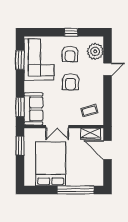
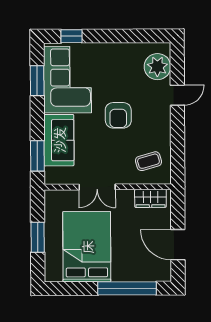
window: (71, 32) -> (72, 36), moved
armchair: (70, 54) -> (117, 71), removed
sofa: (33, 109) -> (59, 140), moved
window: (20, 146) -> (38, 237), moved
door: (108, 150) -> (178, 245), moved

